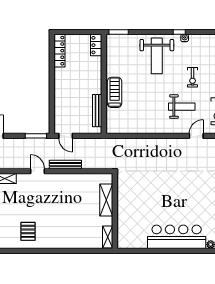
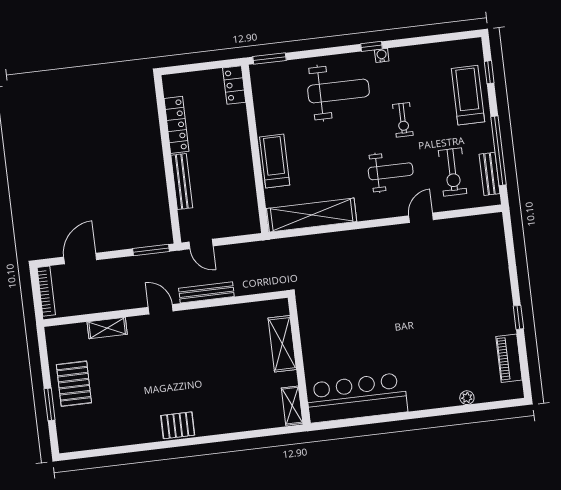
locker: (60, 51) -> (176, 125), moved
weight bench: (157, 56) -> (338, 91), turned -90
bench: (97, 111) -> (182, 182), moved
shelving: (132, 127) -> (312, 215), added
pallet: (28, 231) -> (178, 425), moved, turned 90
bar counter: (177, 237) -> (357, 398), moved

